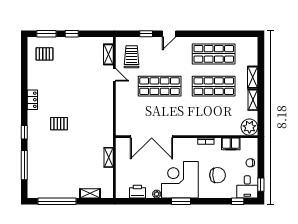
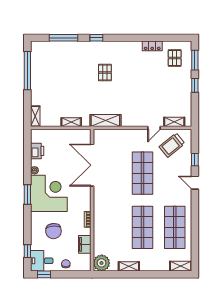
trolley: (132, 57) -> (172, 145), turned 141
shelving: (253, 77) -> (181, 266), moved
locker: (32, 100) -> (152, 46), moved
shelving: (107, 123) -> (105, 120), added
shelving: (90, 193) -> (35, 116), moved

